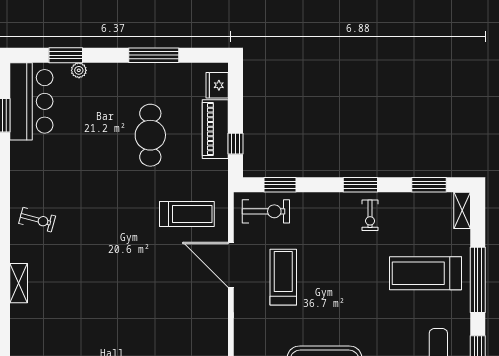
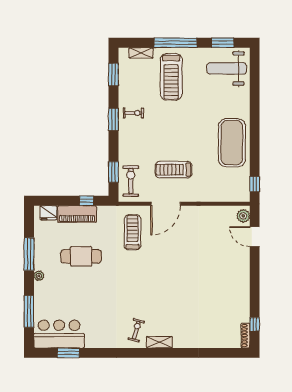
window: (66, 55) -> (29, 311), width x1.44
plant: (79, 70) -> (39, 276), moved
shelving: (462, 210) -> (141, 53), moved
shelving: (19, 283) -> (159, 342), moved

